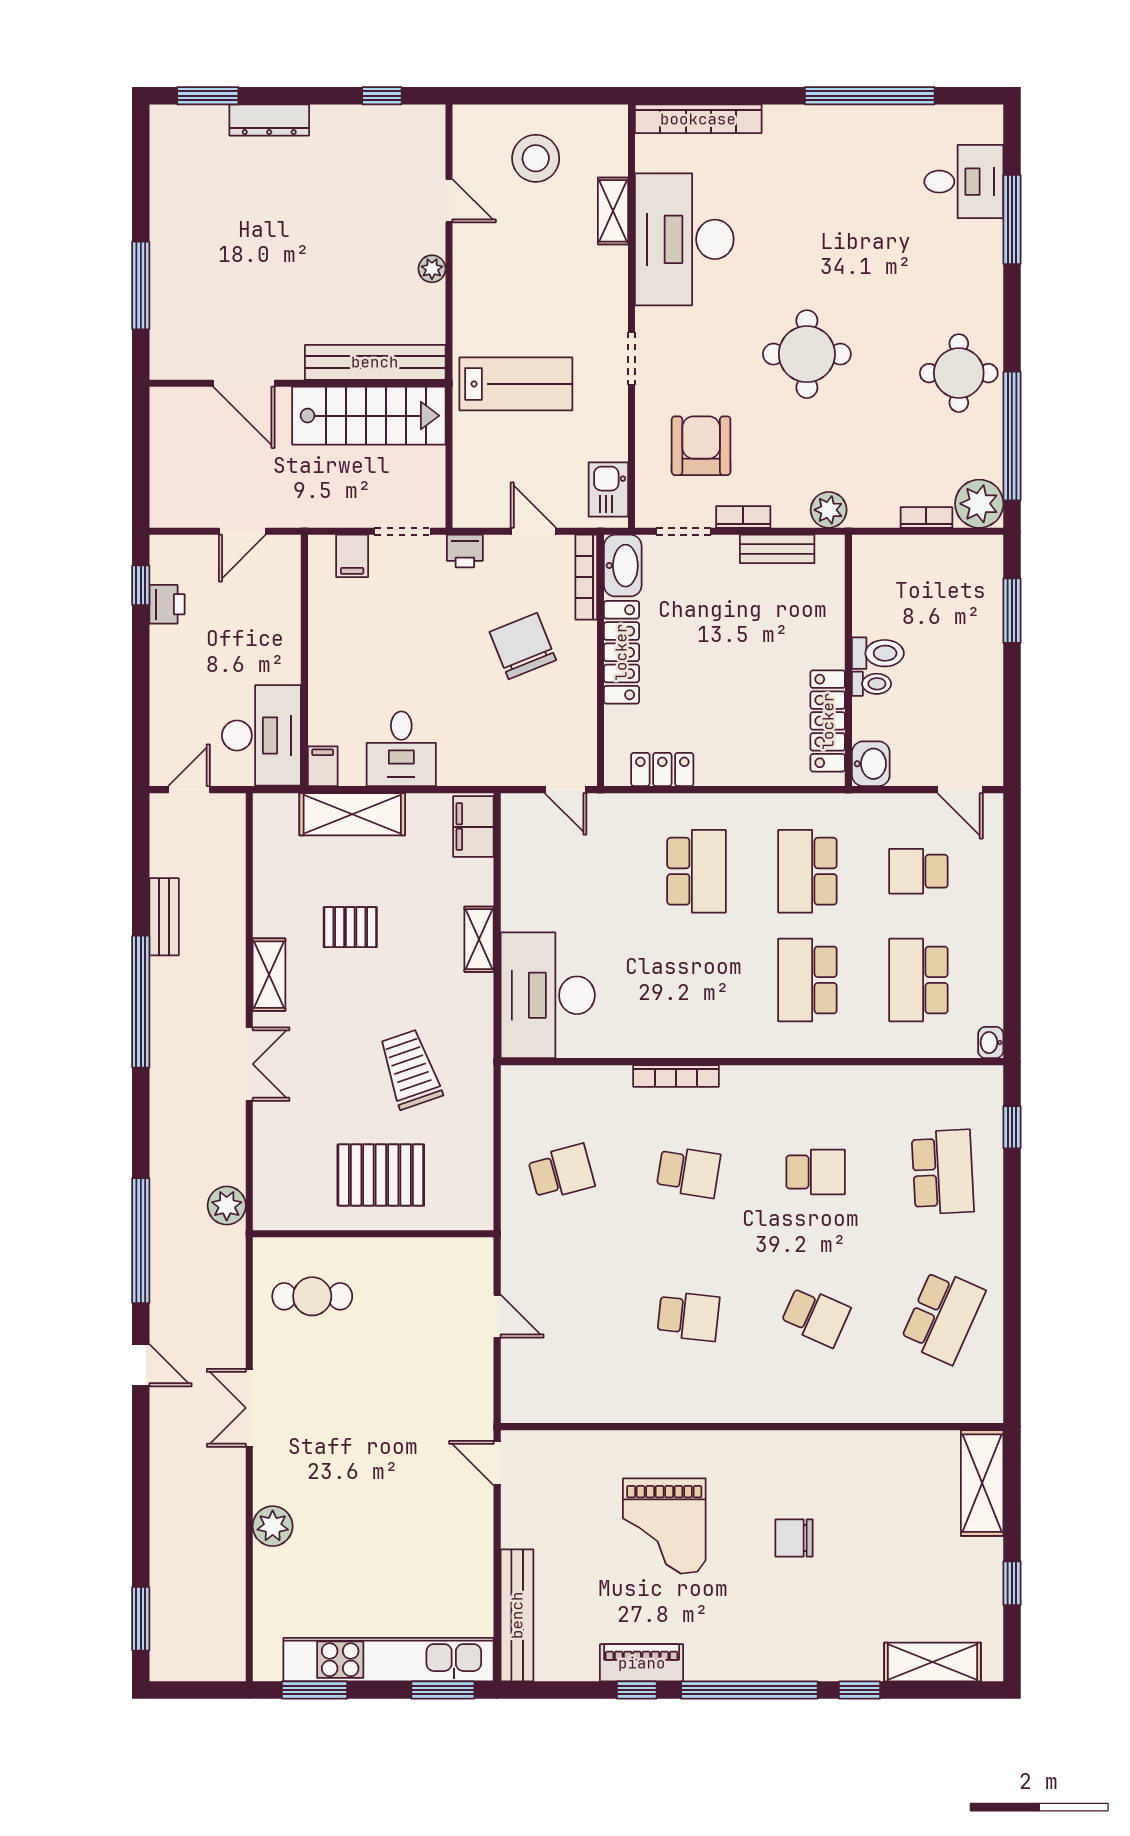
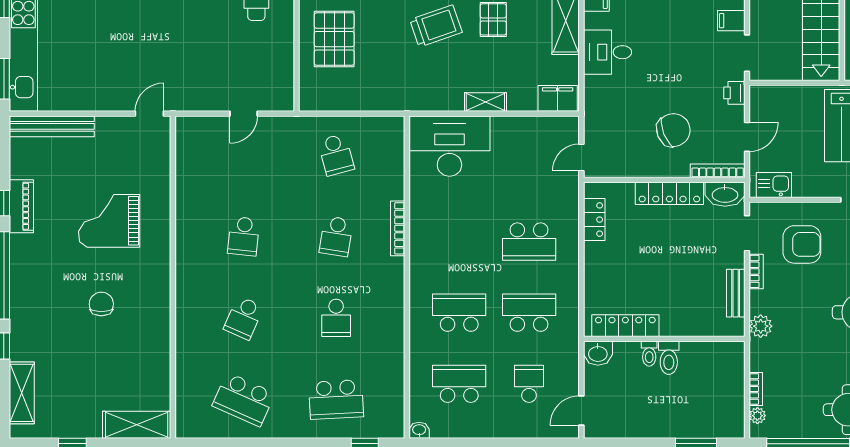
plant: (979, 504) -> (757, 416), width x0.53, depth x0.53
trolley: (410, 1069) -> (436, 26), moved

